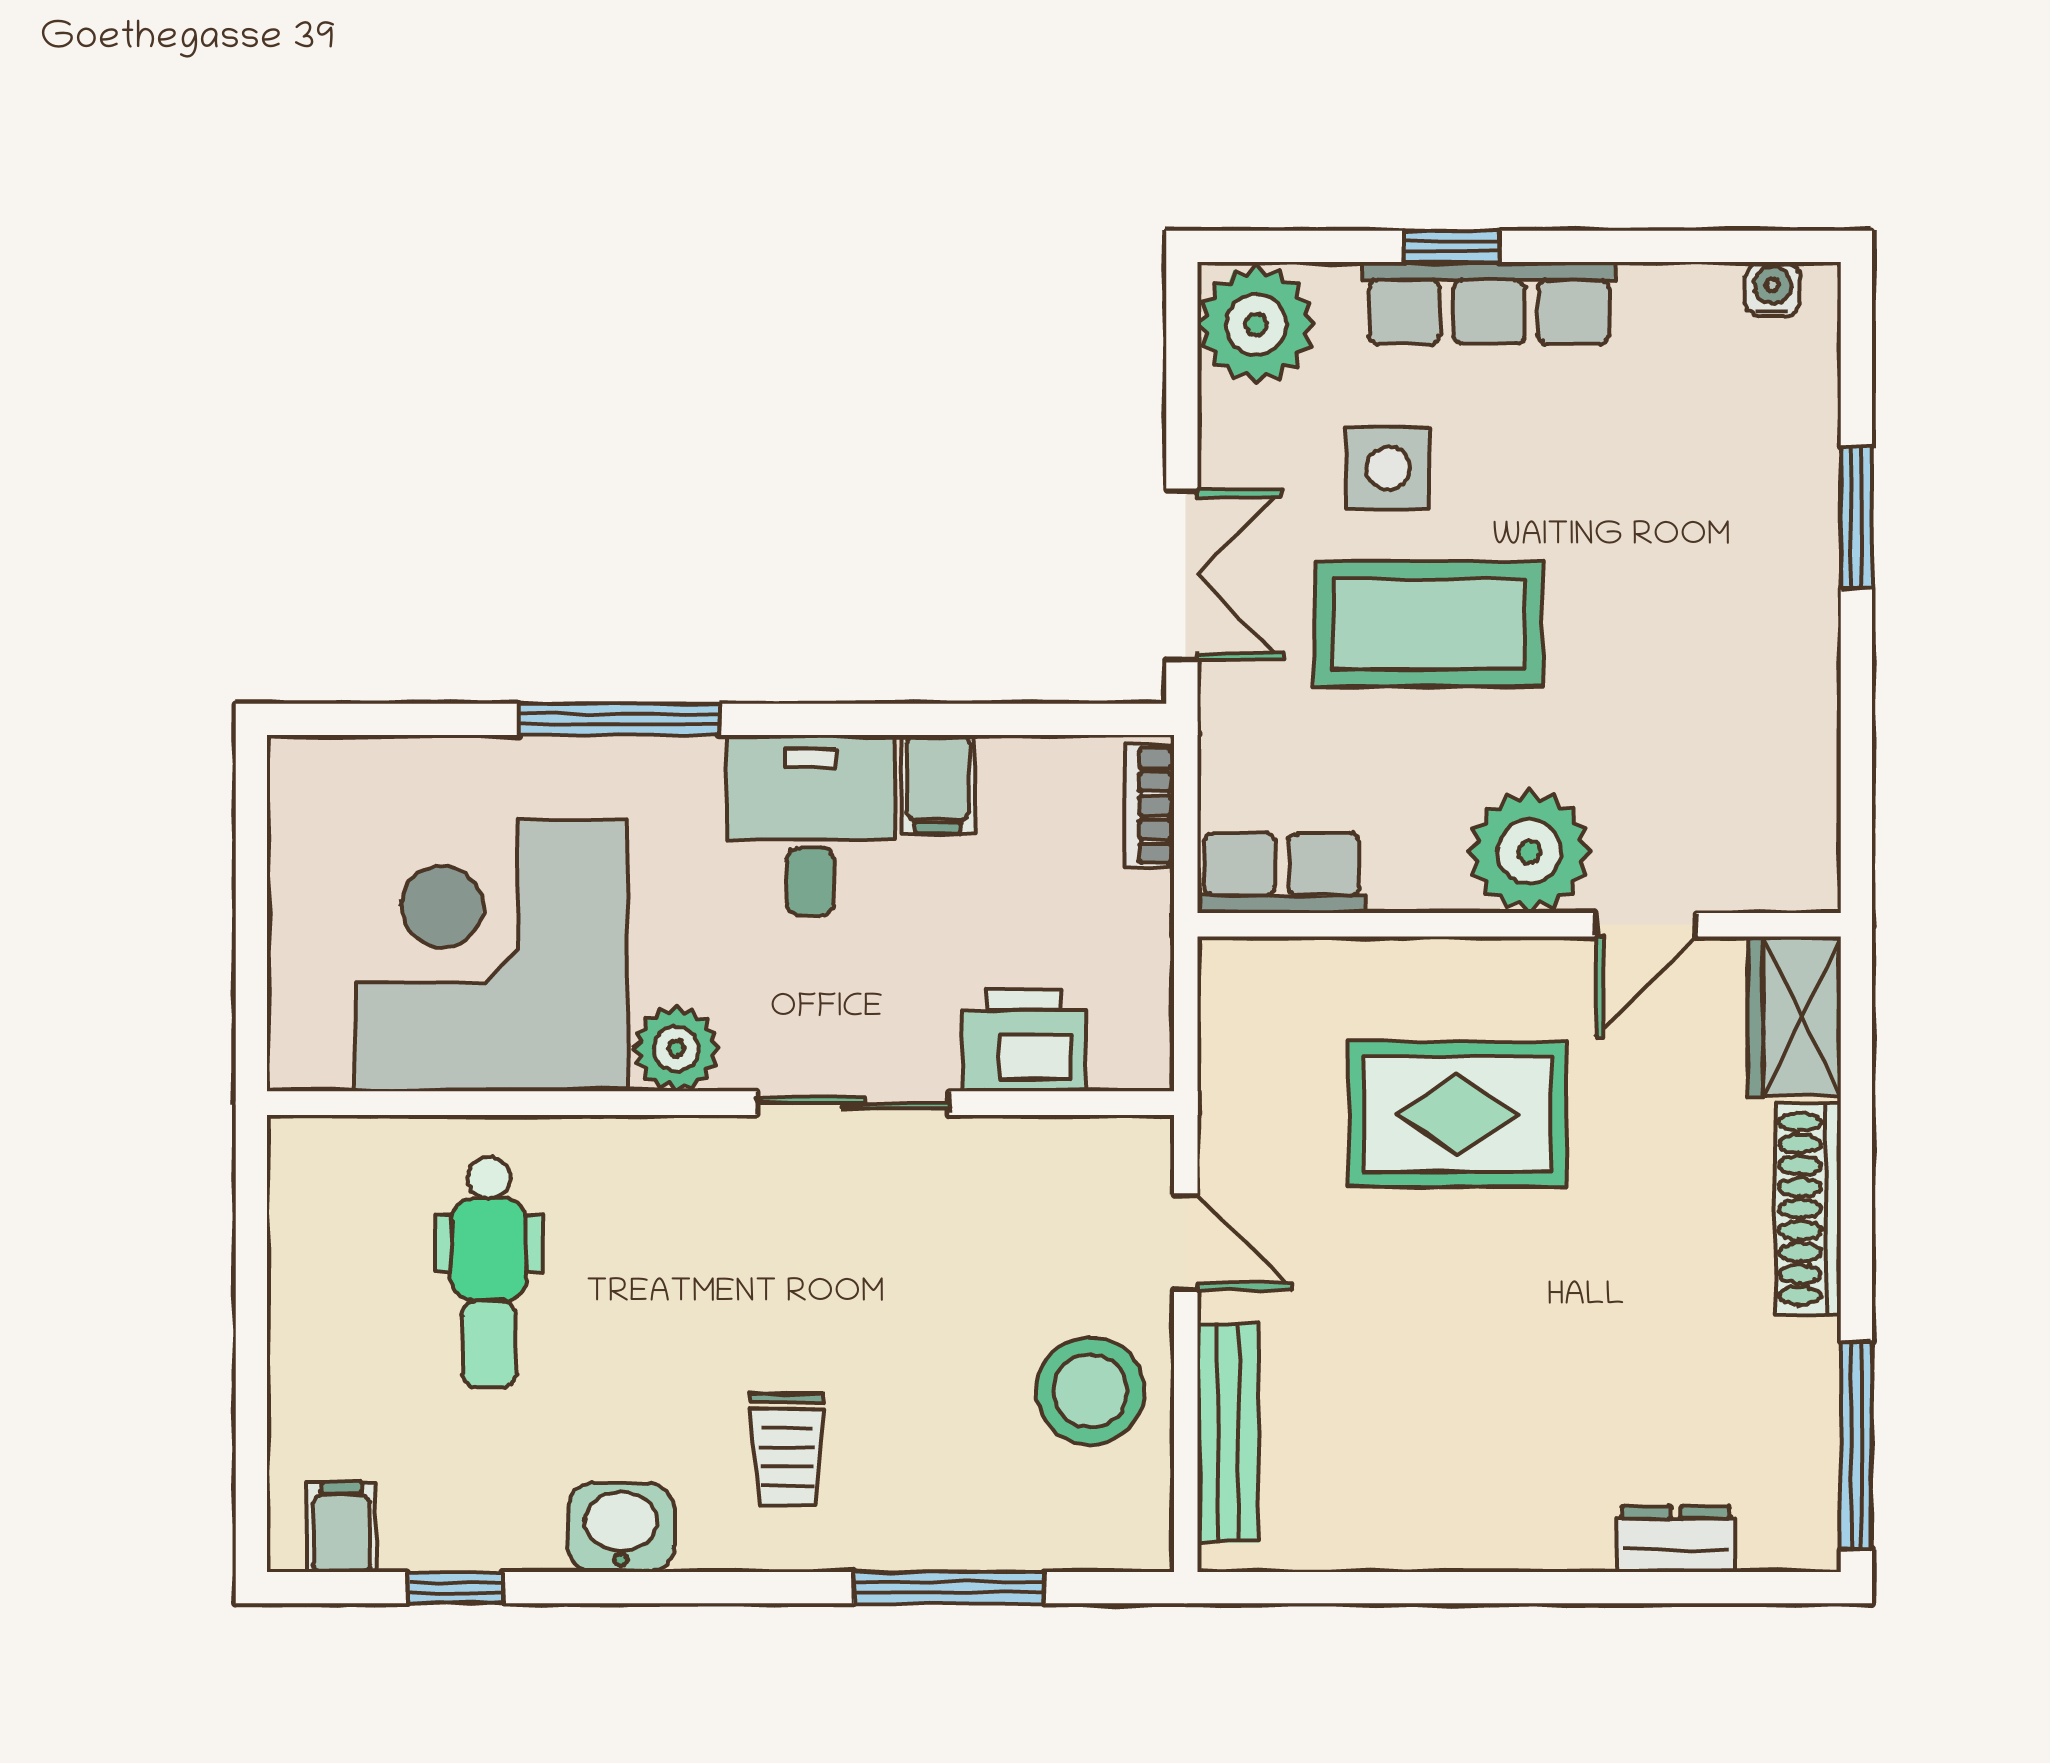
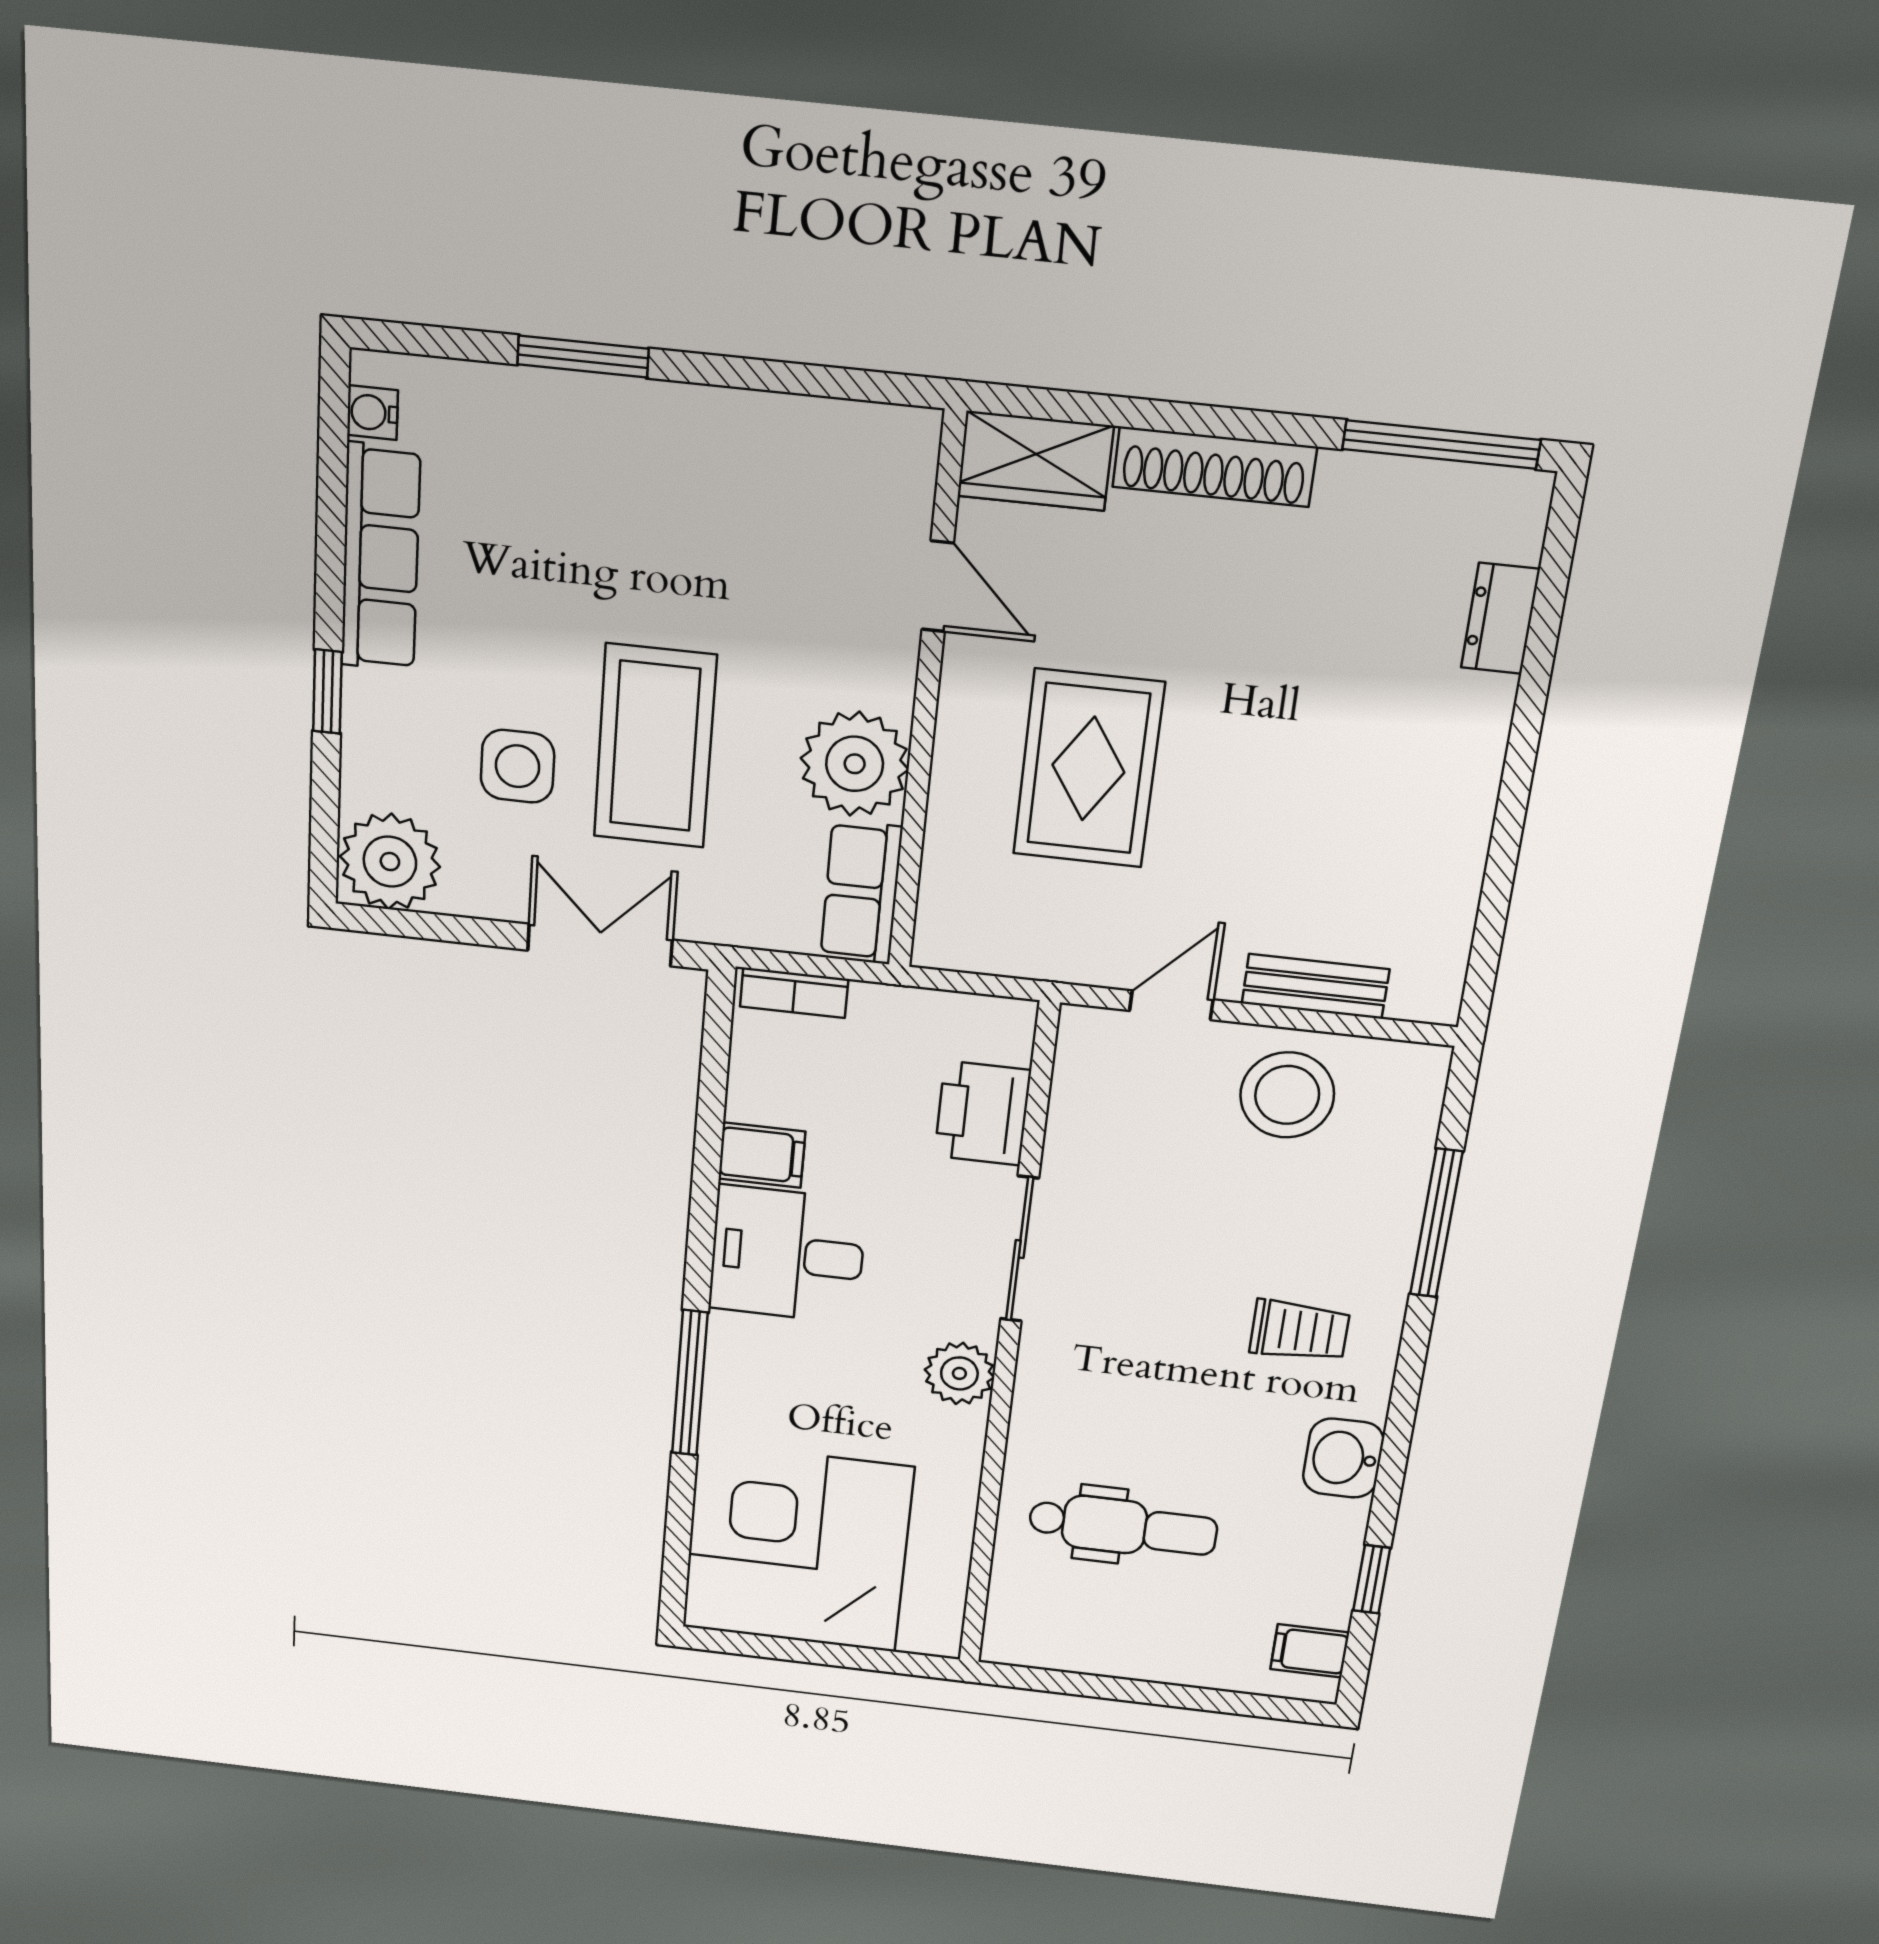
row of seats: (1489, 303) -> (381, 558), moved
plant: (1529, 852) -> (855, 764), moved
corner desk: (491, 955) -> (797, 1548), moved, turned 90
bench: (1228, 1433) -> (1315, 986), width x0.73

